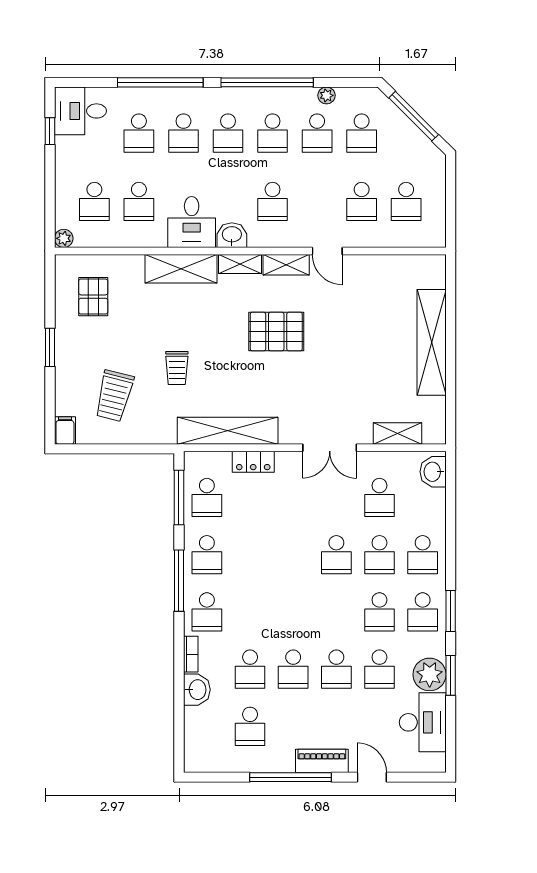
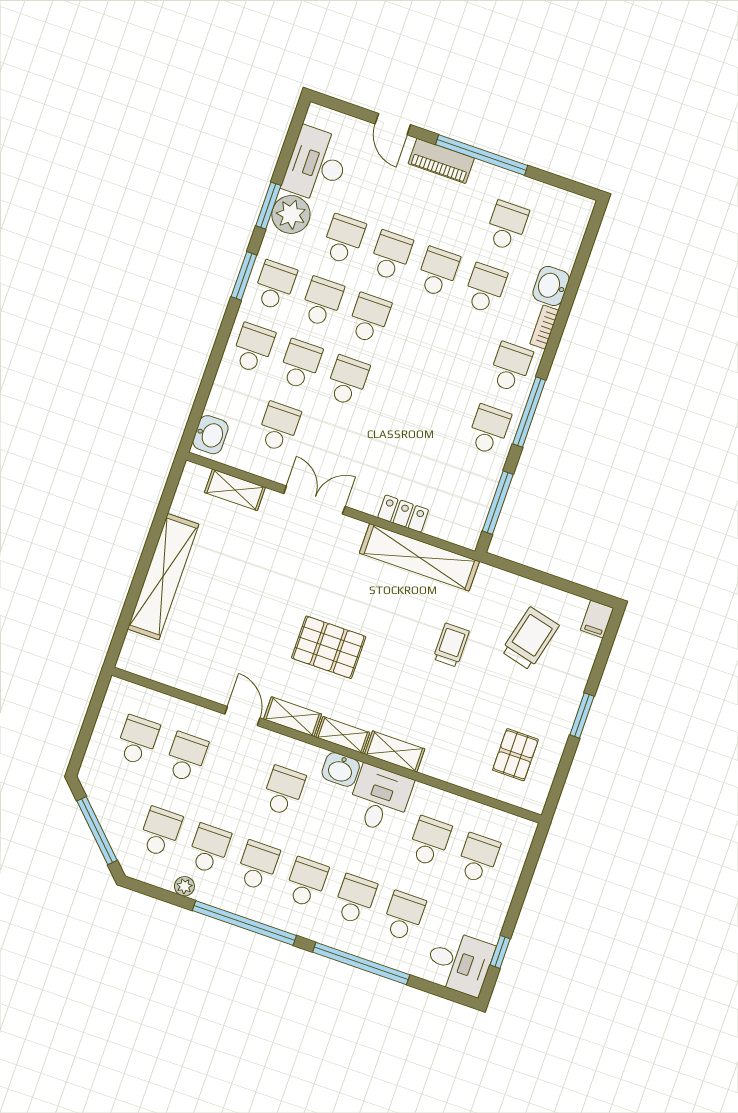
plant: (64, 238) -> (526, 830), removed
shelving: (181, 269) -> (395, 751), width x0.67, depth x0.75
school desk: (207, 497) -> (369, 318), moved

